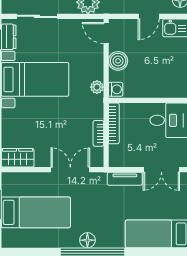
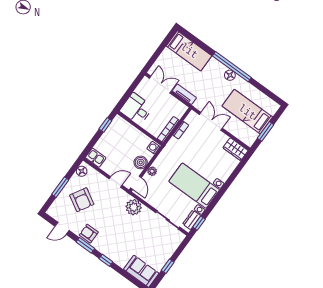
door: (149, 16) -> (116, 182), moved
plant: (97, 87) -> (152, 171), moved
double door: (70, 170) -> (211, 121), swing flipped

